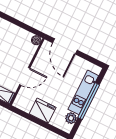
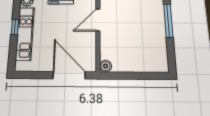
window: (89, 101) -> (15, 27), width x0.32

